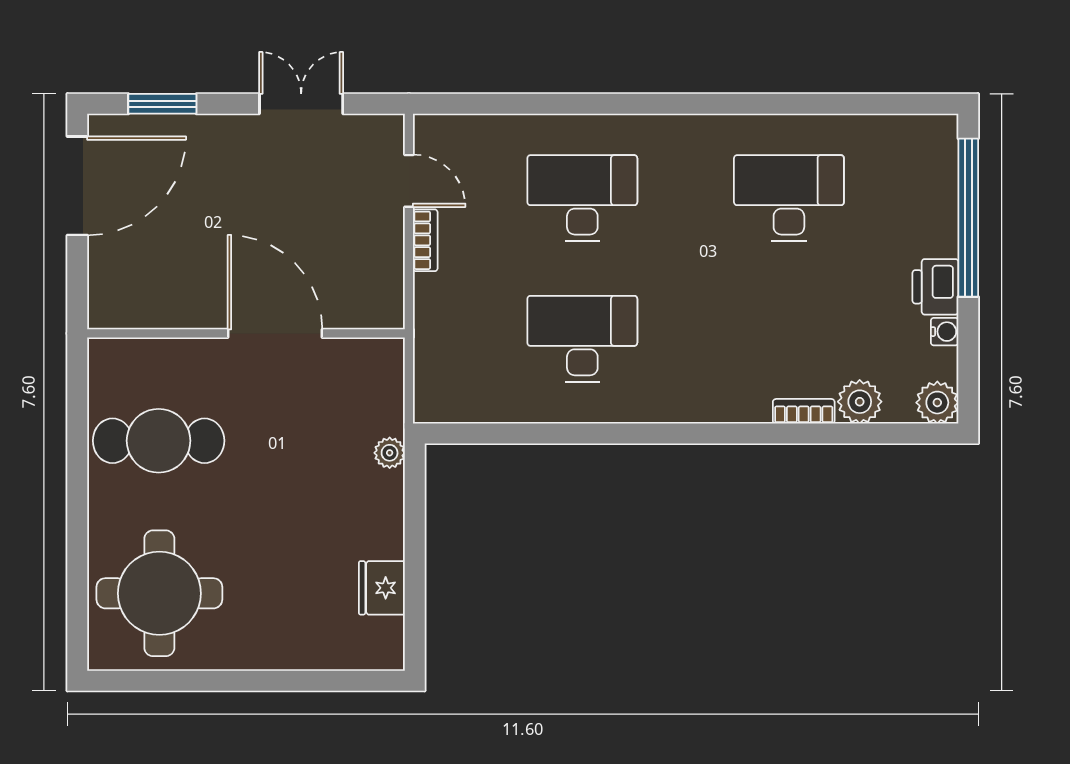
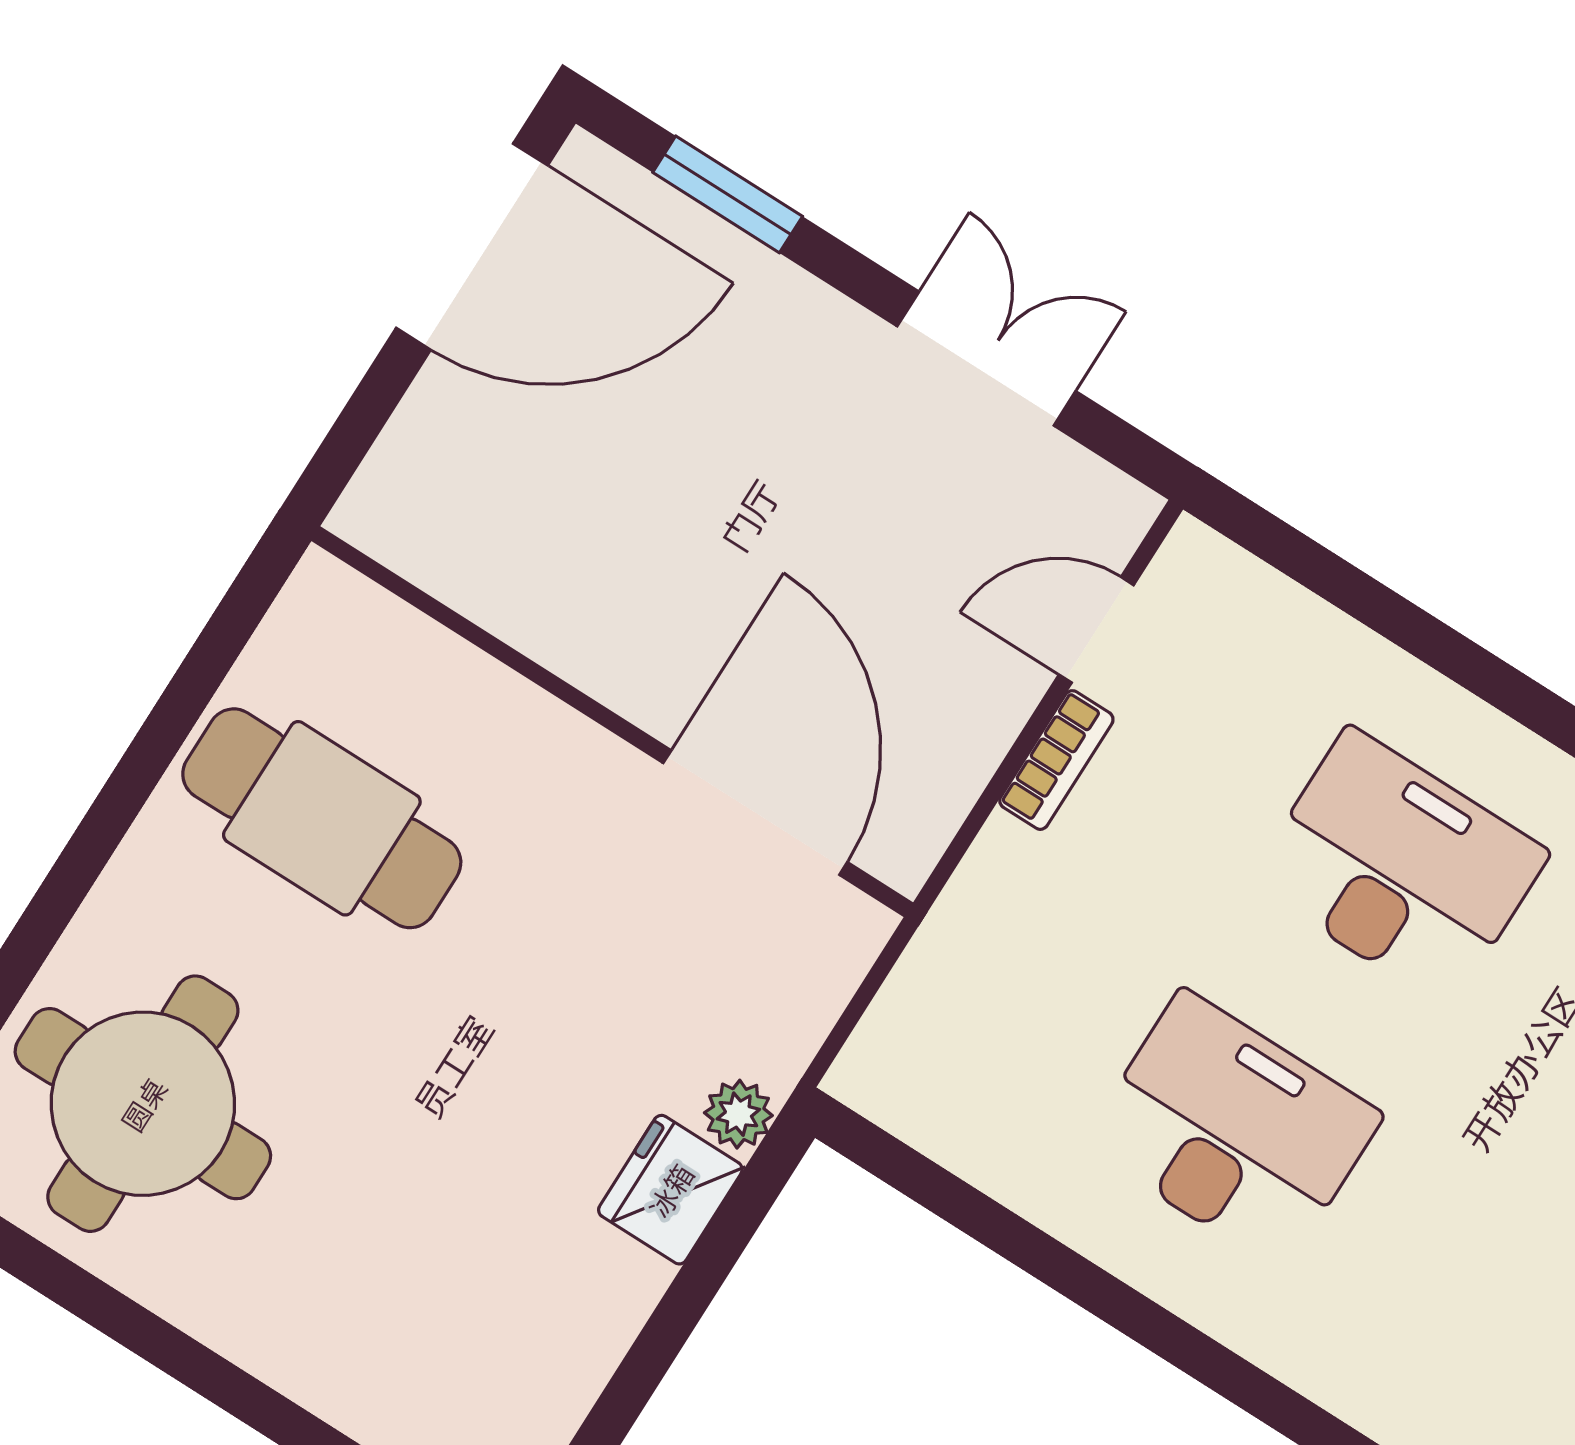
door: (409, 181) -> (1096, 630), swing flipped
door: (275, 333) -> (755, 813), moved
fridge: (382, 588) -> (670, 1190), moved

